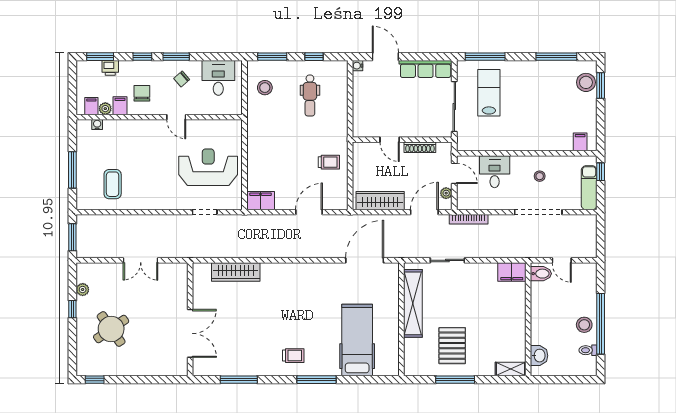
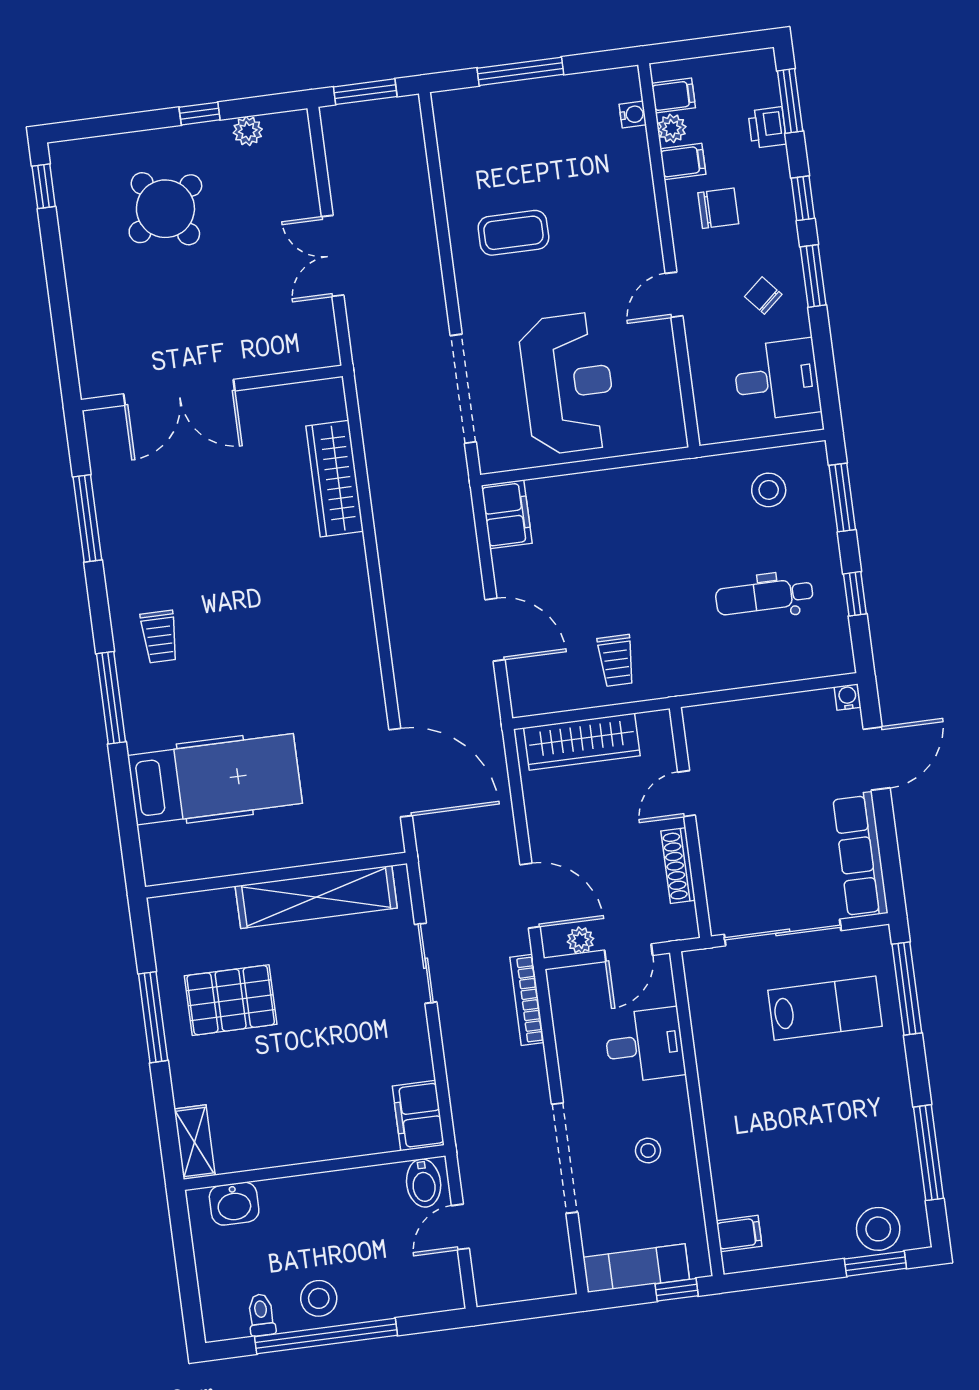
coffee table: (113, 184) -> (513, 233), moved
wardrobe: (380, 201) -> (582, 742), moved, turned 90
doorway: (205, 212) -> (463, 389), width x1.87

